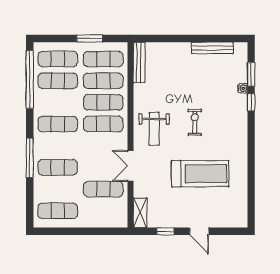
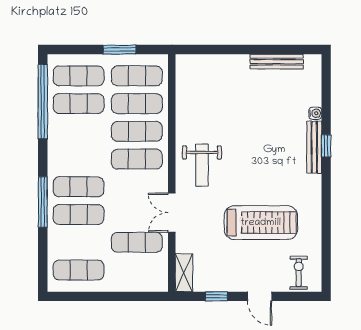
bench: (139, 62) -> (314, 147), moved
window: (251, 74) -> (326, 96), removed
window: (251, 102) -> (326, 146), moved
exercise bike: (195, 122) -> (299, 273), moved
exercise mat: (58, 124) -> (79, 187), moved

